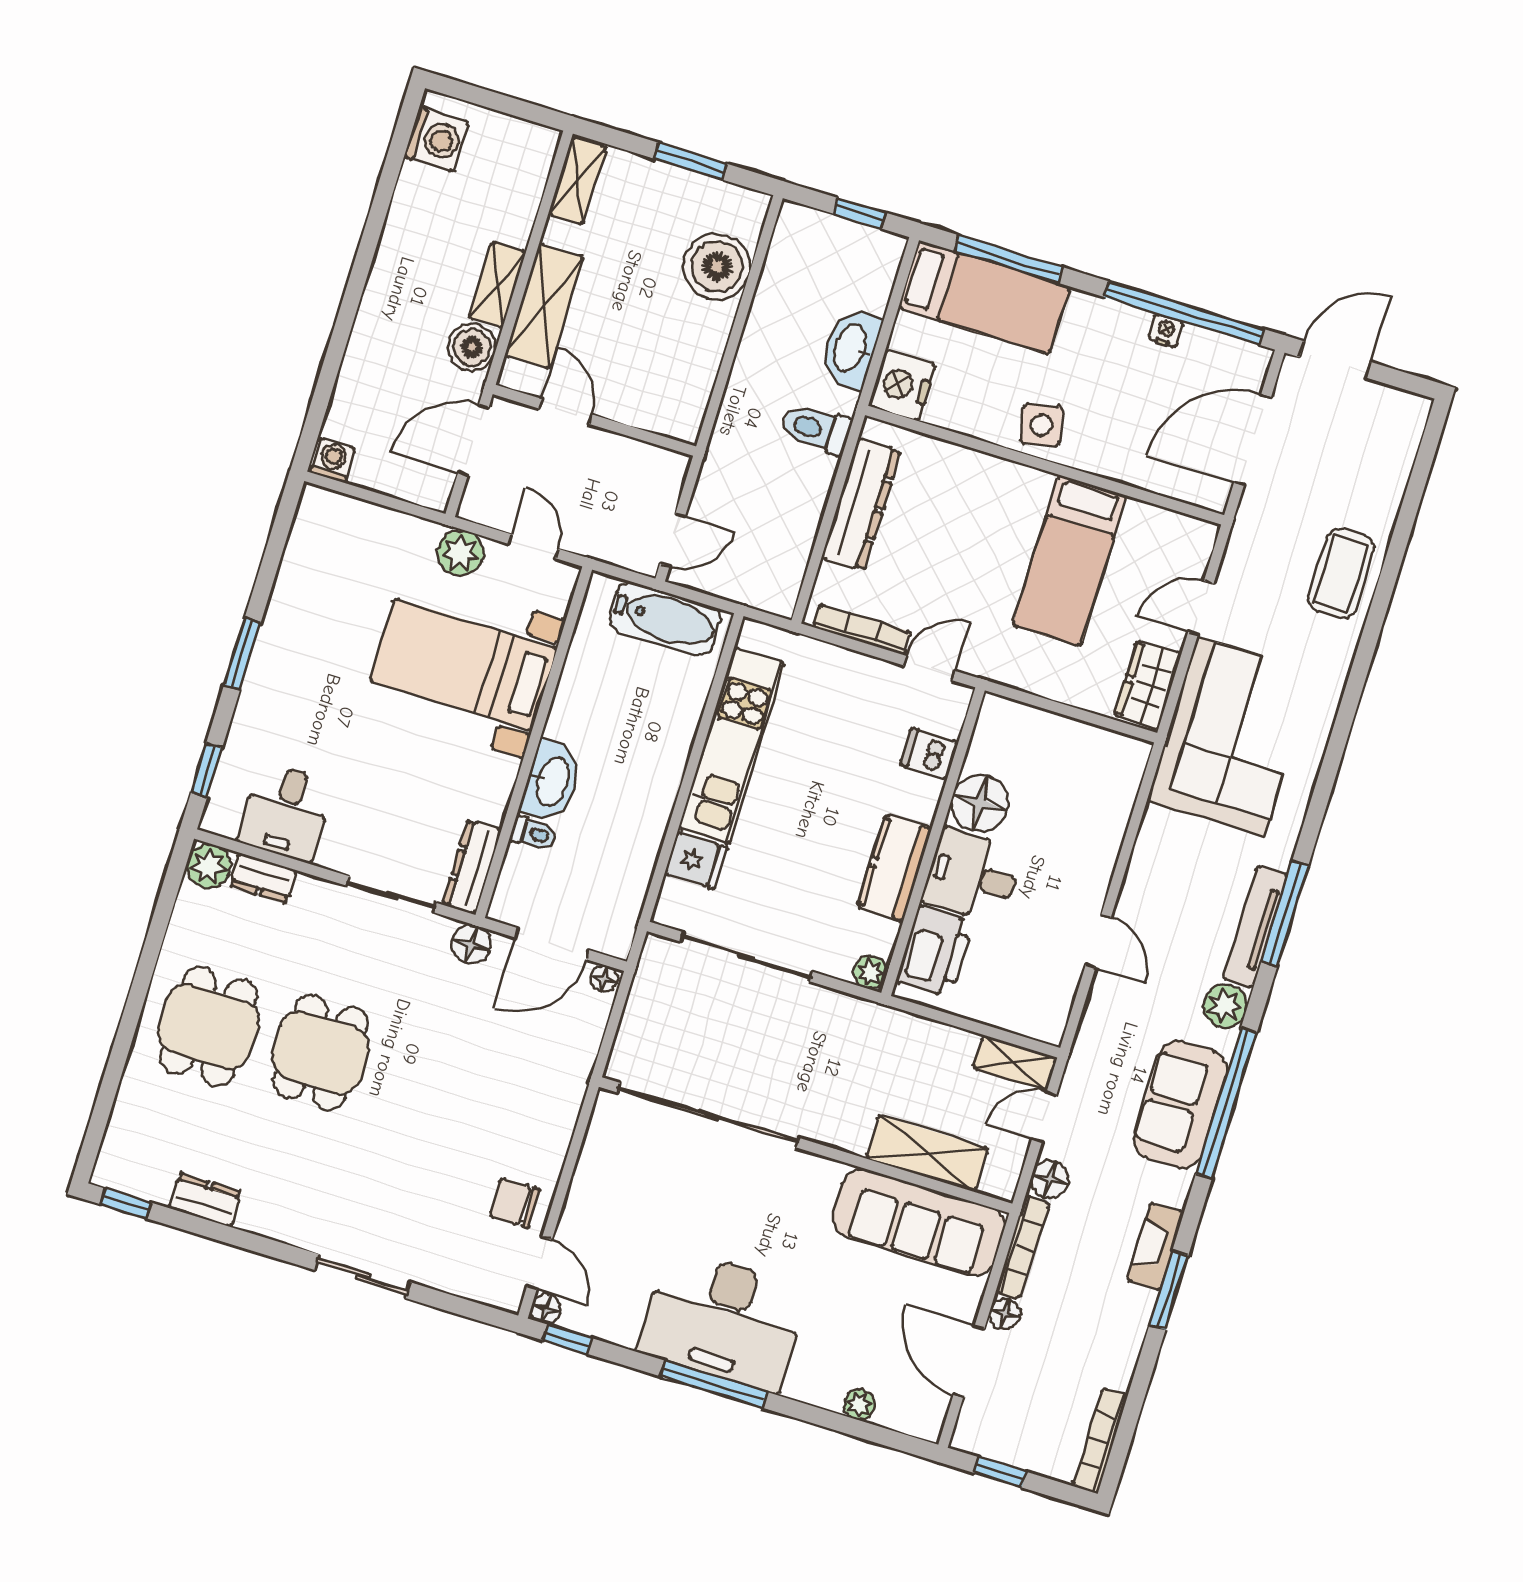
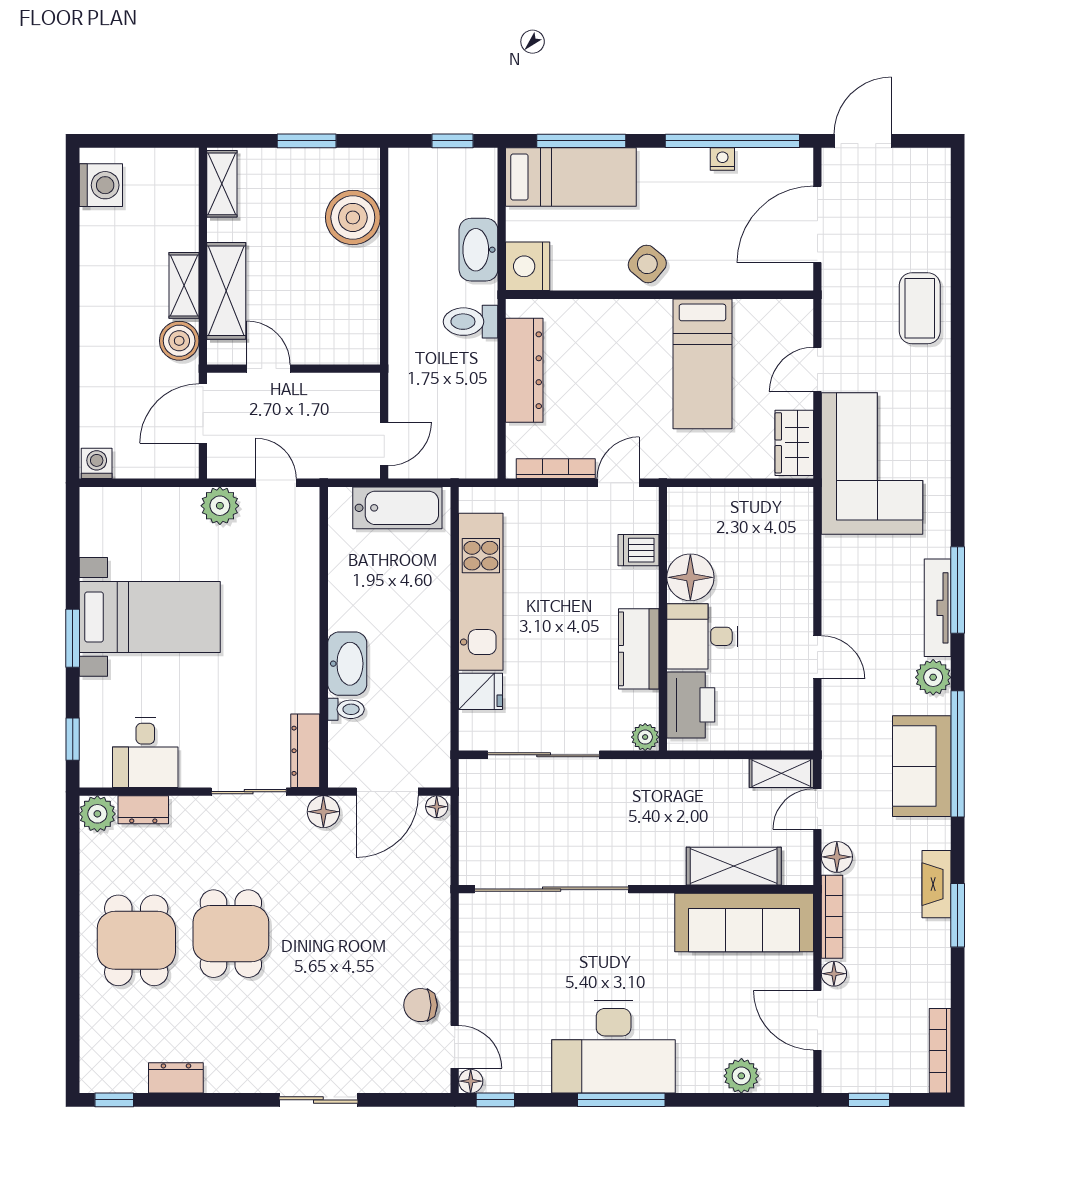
side table: (1041, 425) -> (647, 264), turned -37
bed with nightstands: (463, 664) -> (150, 617), moved, turned 180
plant: (859, 1405) -> (741, 1076), width x1.38, depth x1.38

